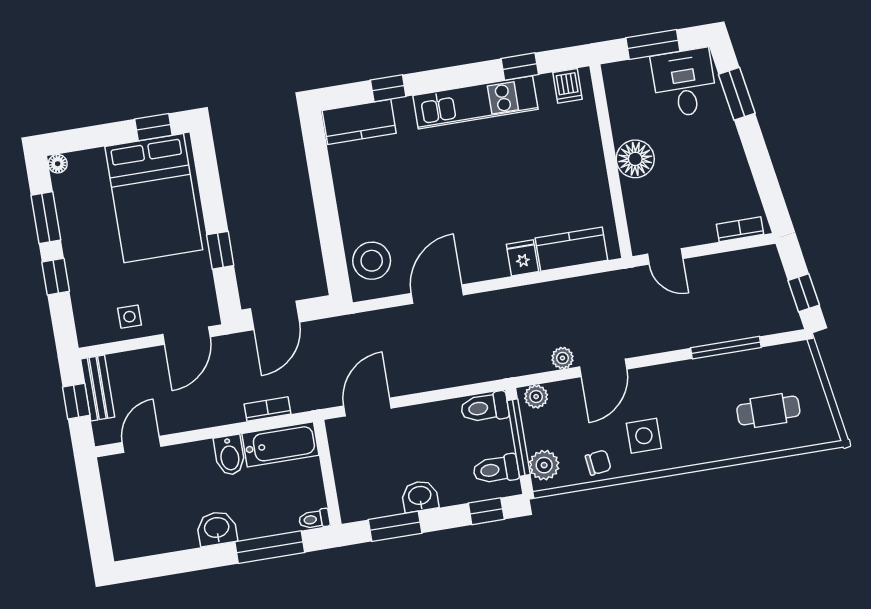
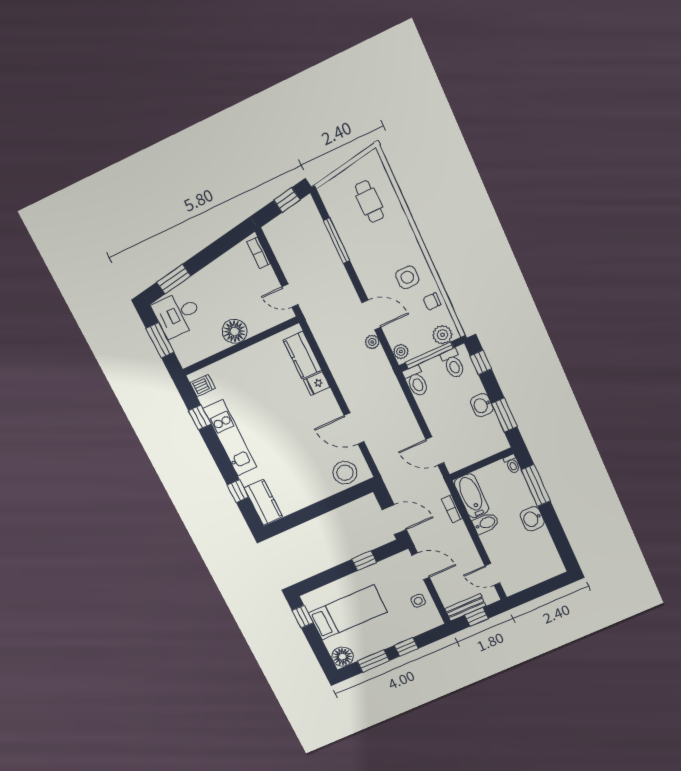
floor lamp: (58, 164) -> (342, 657), width x1.89, depth x1.89
bed: (154, 198) -> (348, 612), width x0.67
door: (665, 256) -> (290, 296), swing flipped
chair: (598, 463) -> (432, 301), turned -83

